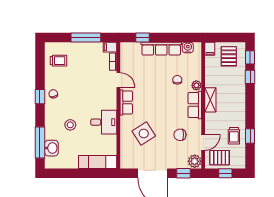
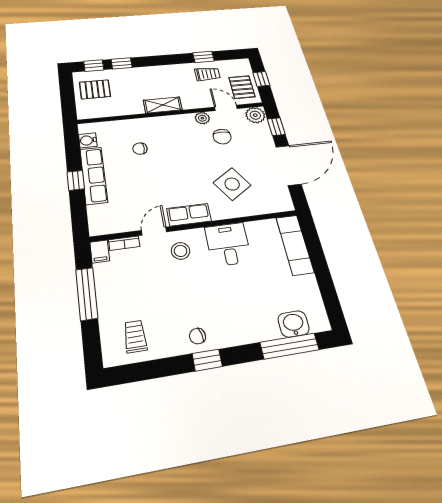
window: (142, 37) -> (76, 180), moved
filing cabinet: (210, 49) -> (87, 113), removed
plant: (196, 85) -> (202, 118), moved
row of seats: (195, 105) -> (174, 123), removed
stool: (70, 125) -> (181, 251), moved

